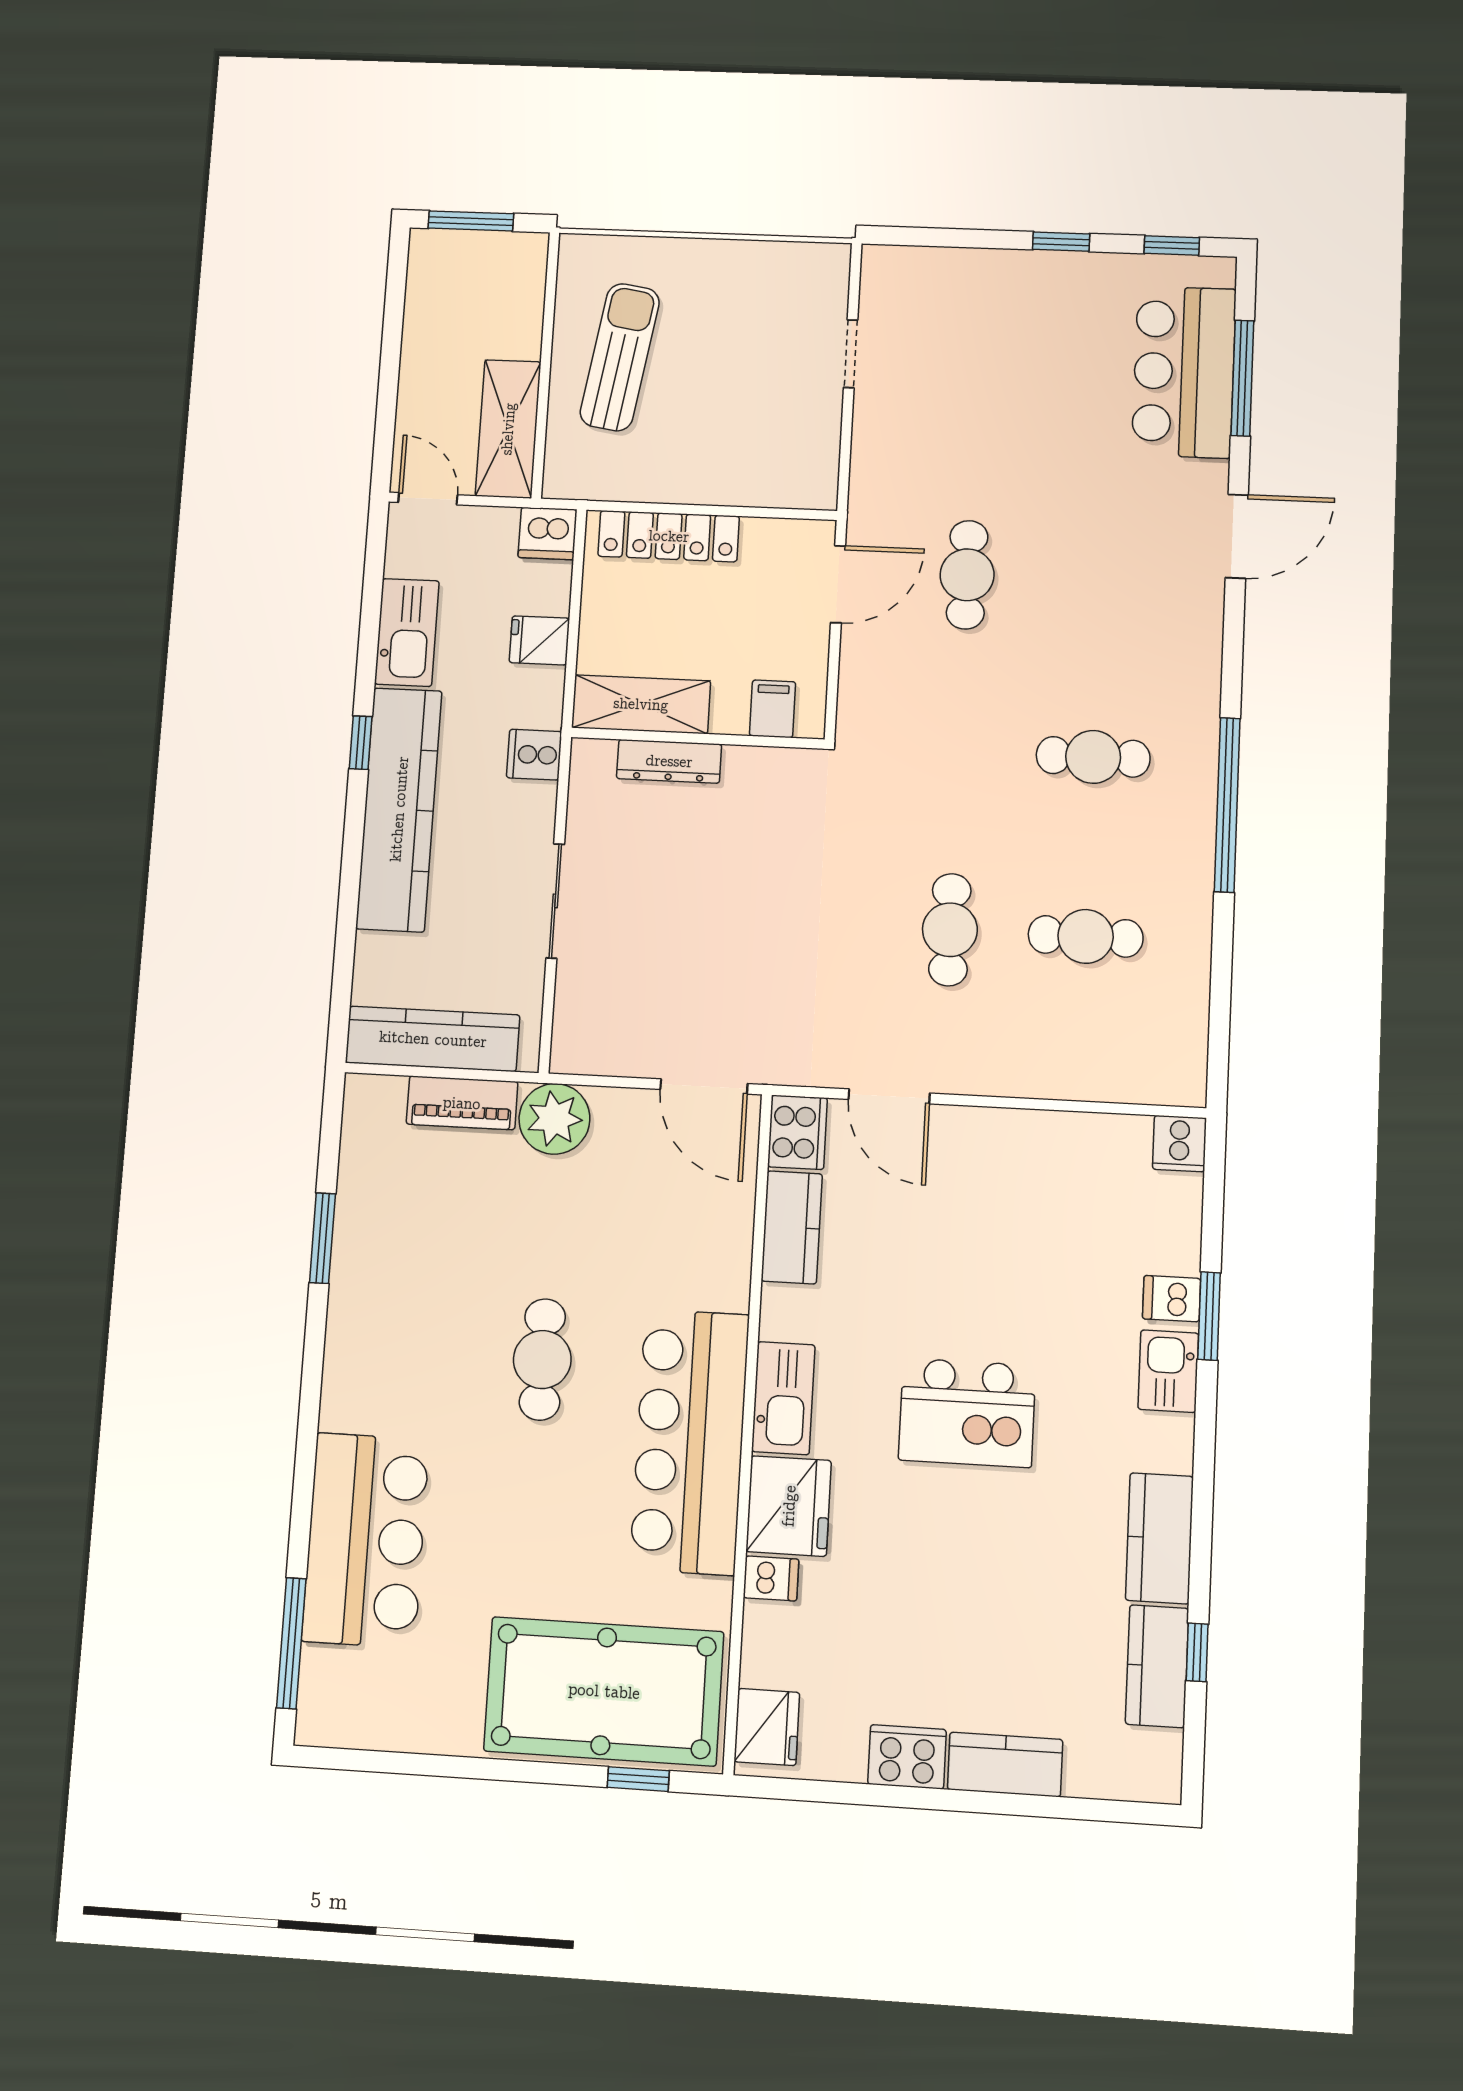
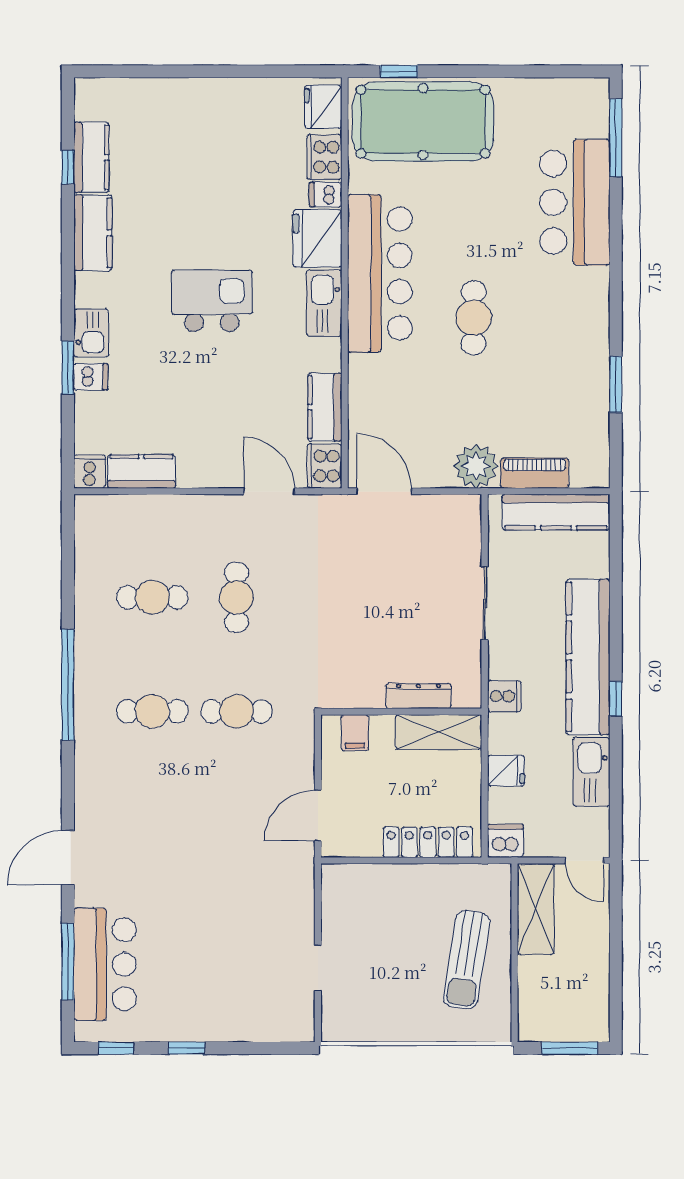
cafe table: (967, 575) -> (237, 711), moved, turned 90
cooker: (907, 1757) -> (324, 157), moved, turned 90
kitchen counter: (1005, 1765) -> (142, 471), moved, turned 180

